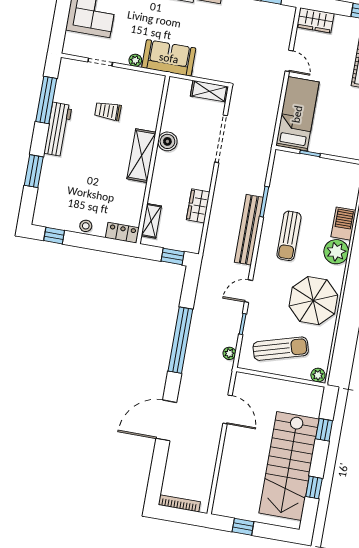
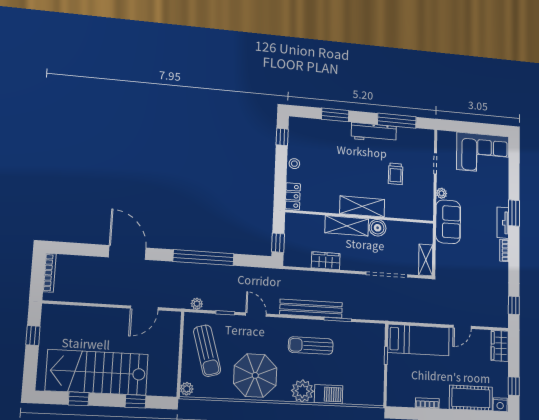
trolley: (108, 111) -> (396, 174), turned 180
shelving: (151, 221) -> (347, 226), moved, width x1.50, depth x1.33

